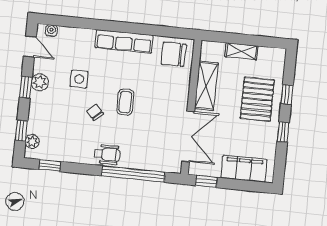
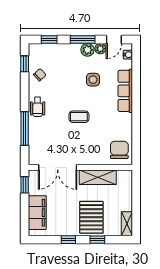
row of seats: (124, 41) -> (125, 91), moved
shelving: (241, 51) -> (127, 224), moved
window: (26, 87) -> (83, 39), width x1.50
pallet: (257, 99) -> (91, 217), turned 90
chair: (95, 112) -> (40, 75), moved
plant: (32, 142) -> (100, 49), moved
window: (133, 174) -> (25, 128), width x0.68

